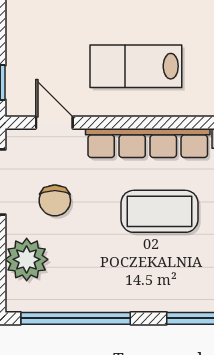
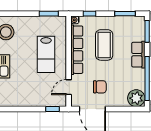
plant: (27, 259) -> (136, 98), moved
row of seats: (135, 297) -> (138, 55), added

